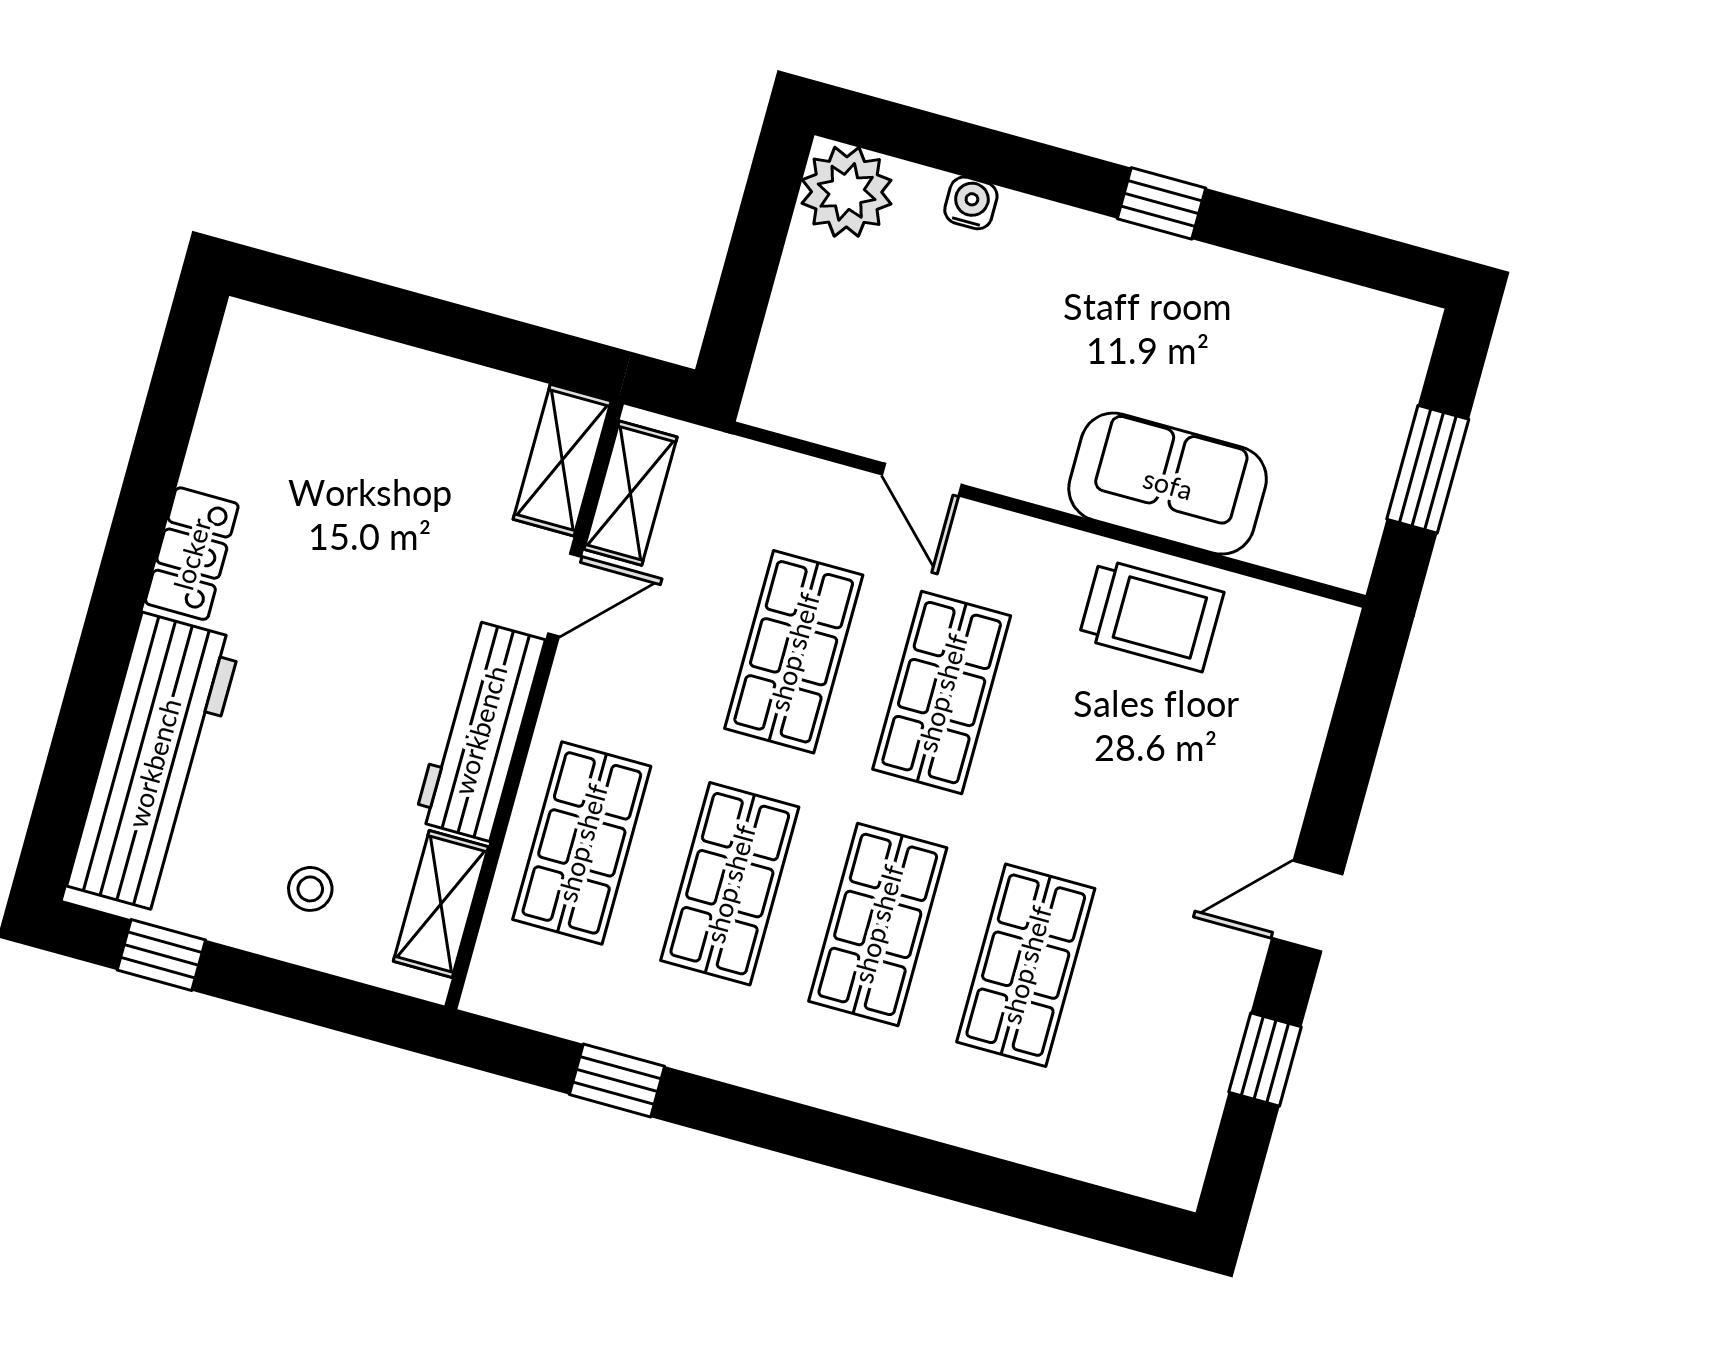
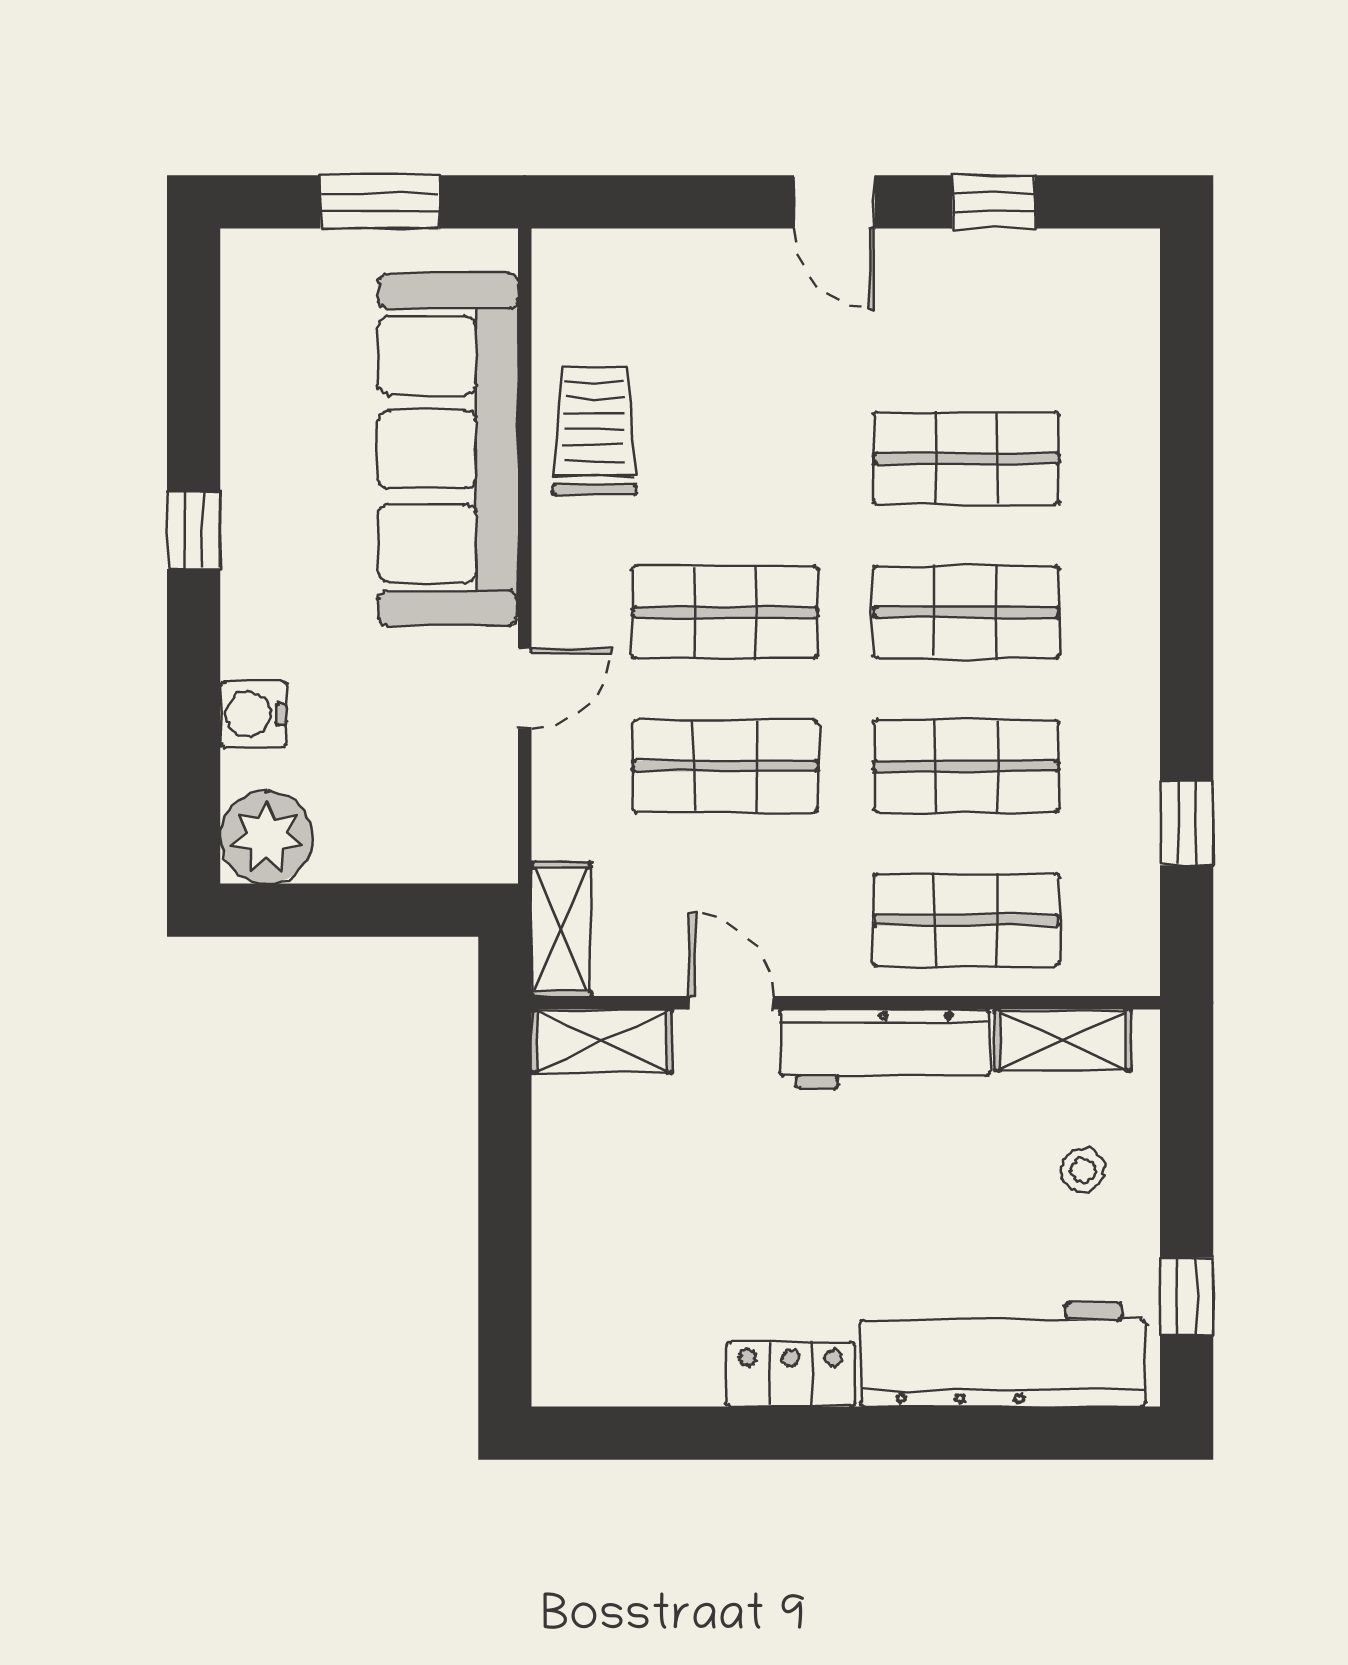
water cooler: (971, 203) -> (253, 714), width x1.38, depth x1.38
sofa: (1168, 484) -> (448, 449), width x1.85, depth x1.27
shelving: (630, 493) -> (561, 929), moved, turned 90

